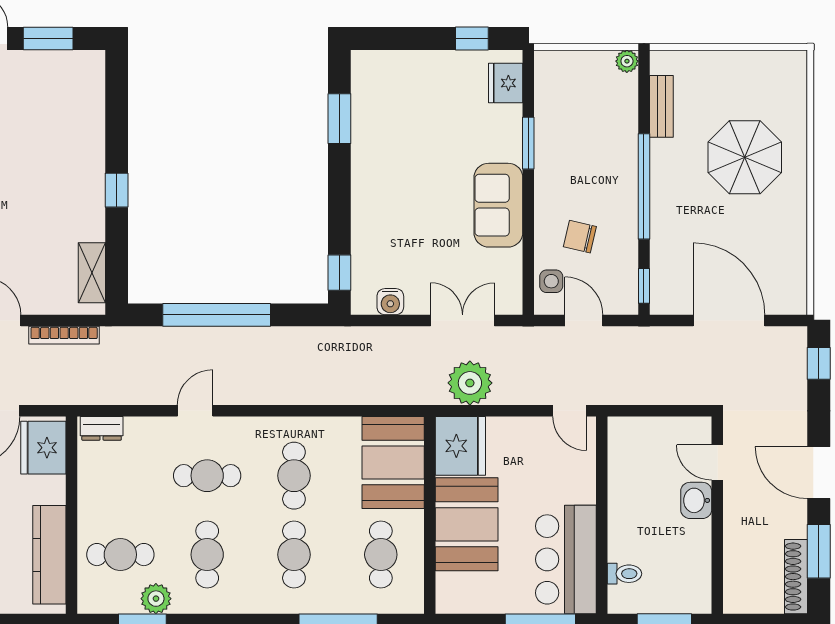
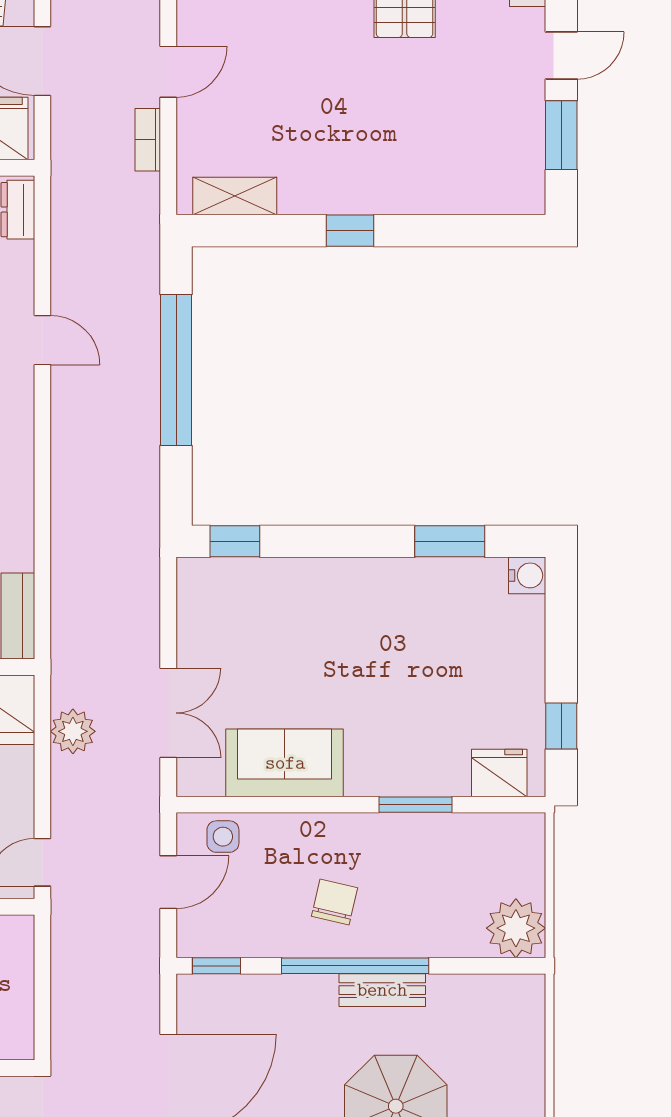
plant: (627, 61) -> (516, 928), width x1.88, depth x1.88
bench: (661, 106) -> (382, 990), moved
sofa: (498, 205) -> (285, 763), moved
chair: (580, 237) -> (335, 902), moved
water cooler: (390, 302) -> (527, 575), moved, turned 180
bookcase: (64, 335) -> (148, 140), width x0.64
plant: (470, 383) -> (73, 731), width x0.73, depth x0.73

